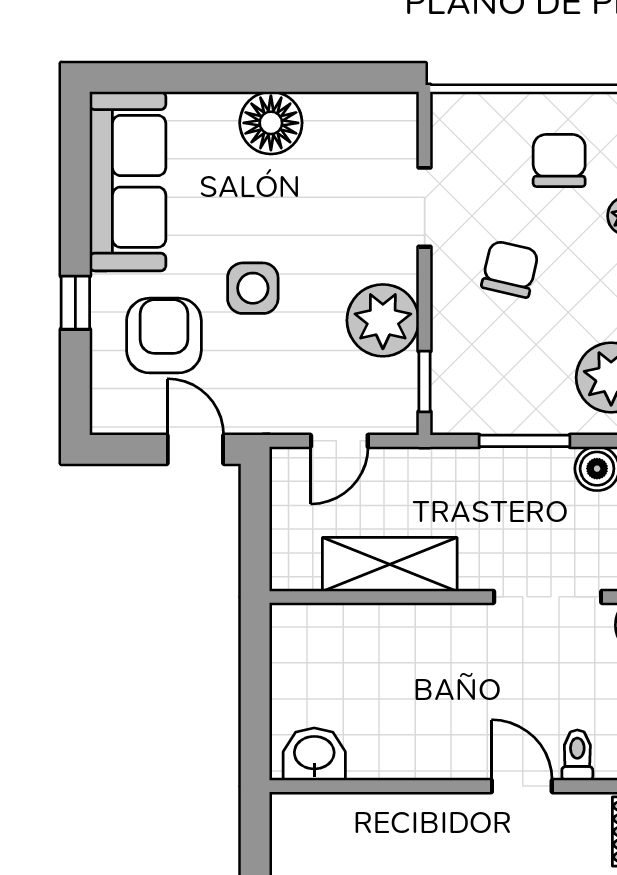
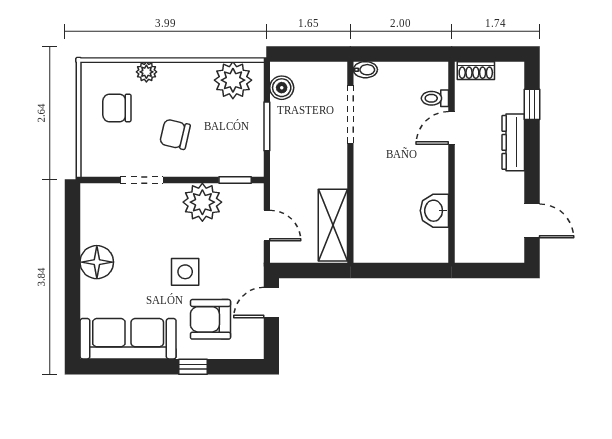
shelving: (390, 564) -> (333, 225), moved
washbasin: (314, 754) -> (434, 211), moved

